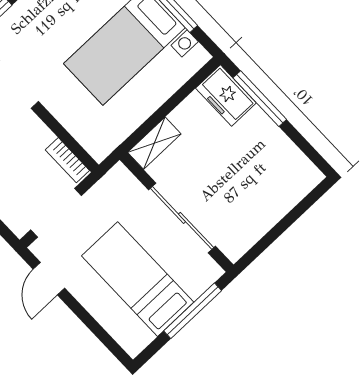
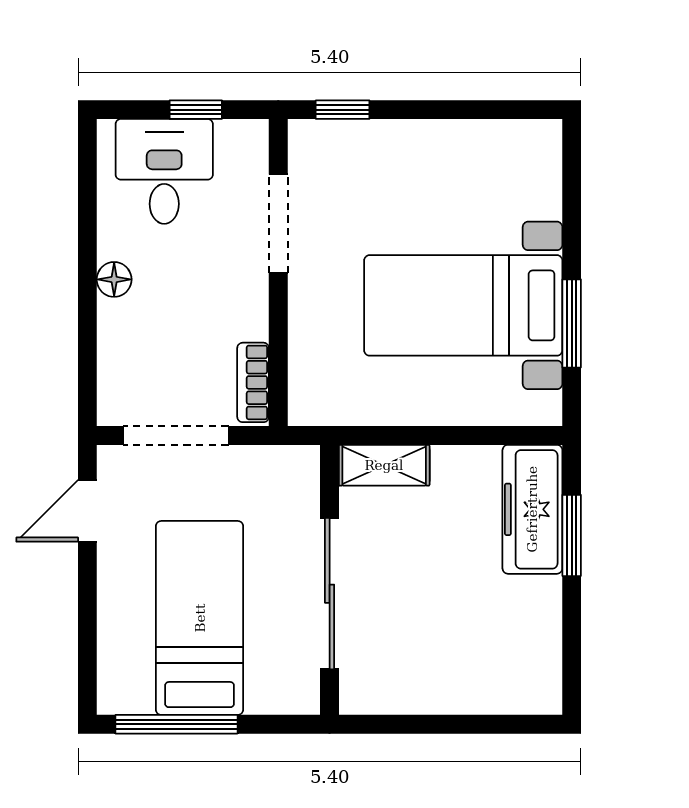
freezer: (226, 96) -> (532, 509), width x1.40
window: (260, 99) -> (572, 535), width x0.69
window: (193, 311) -> (176, 724), moved

